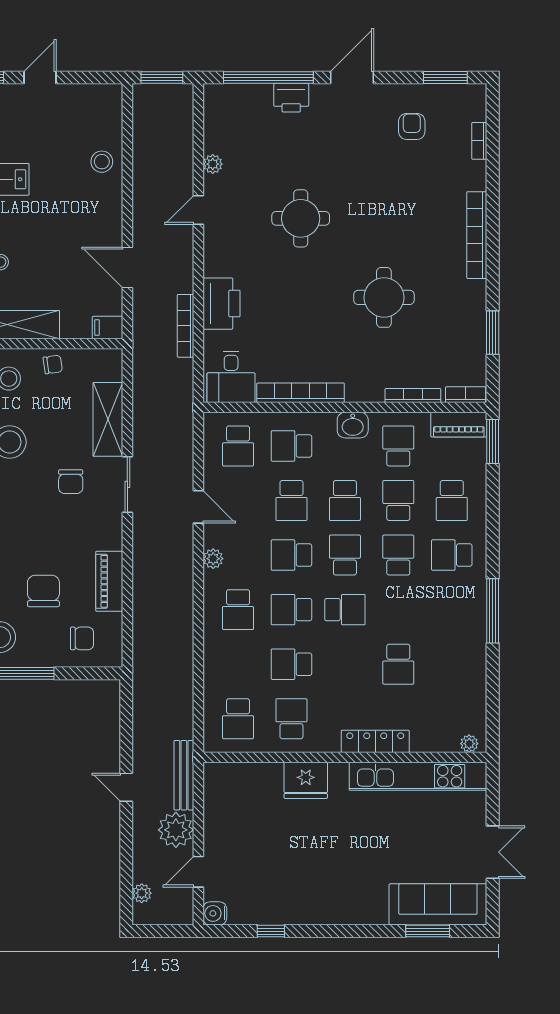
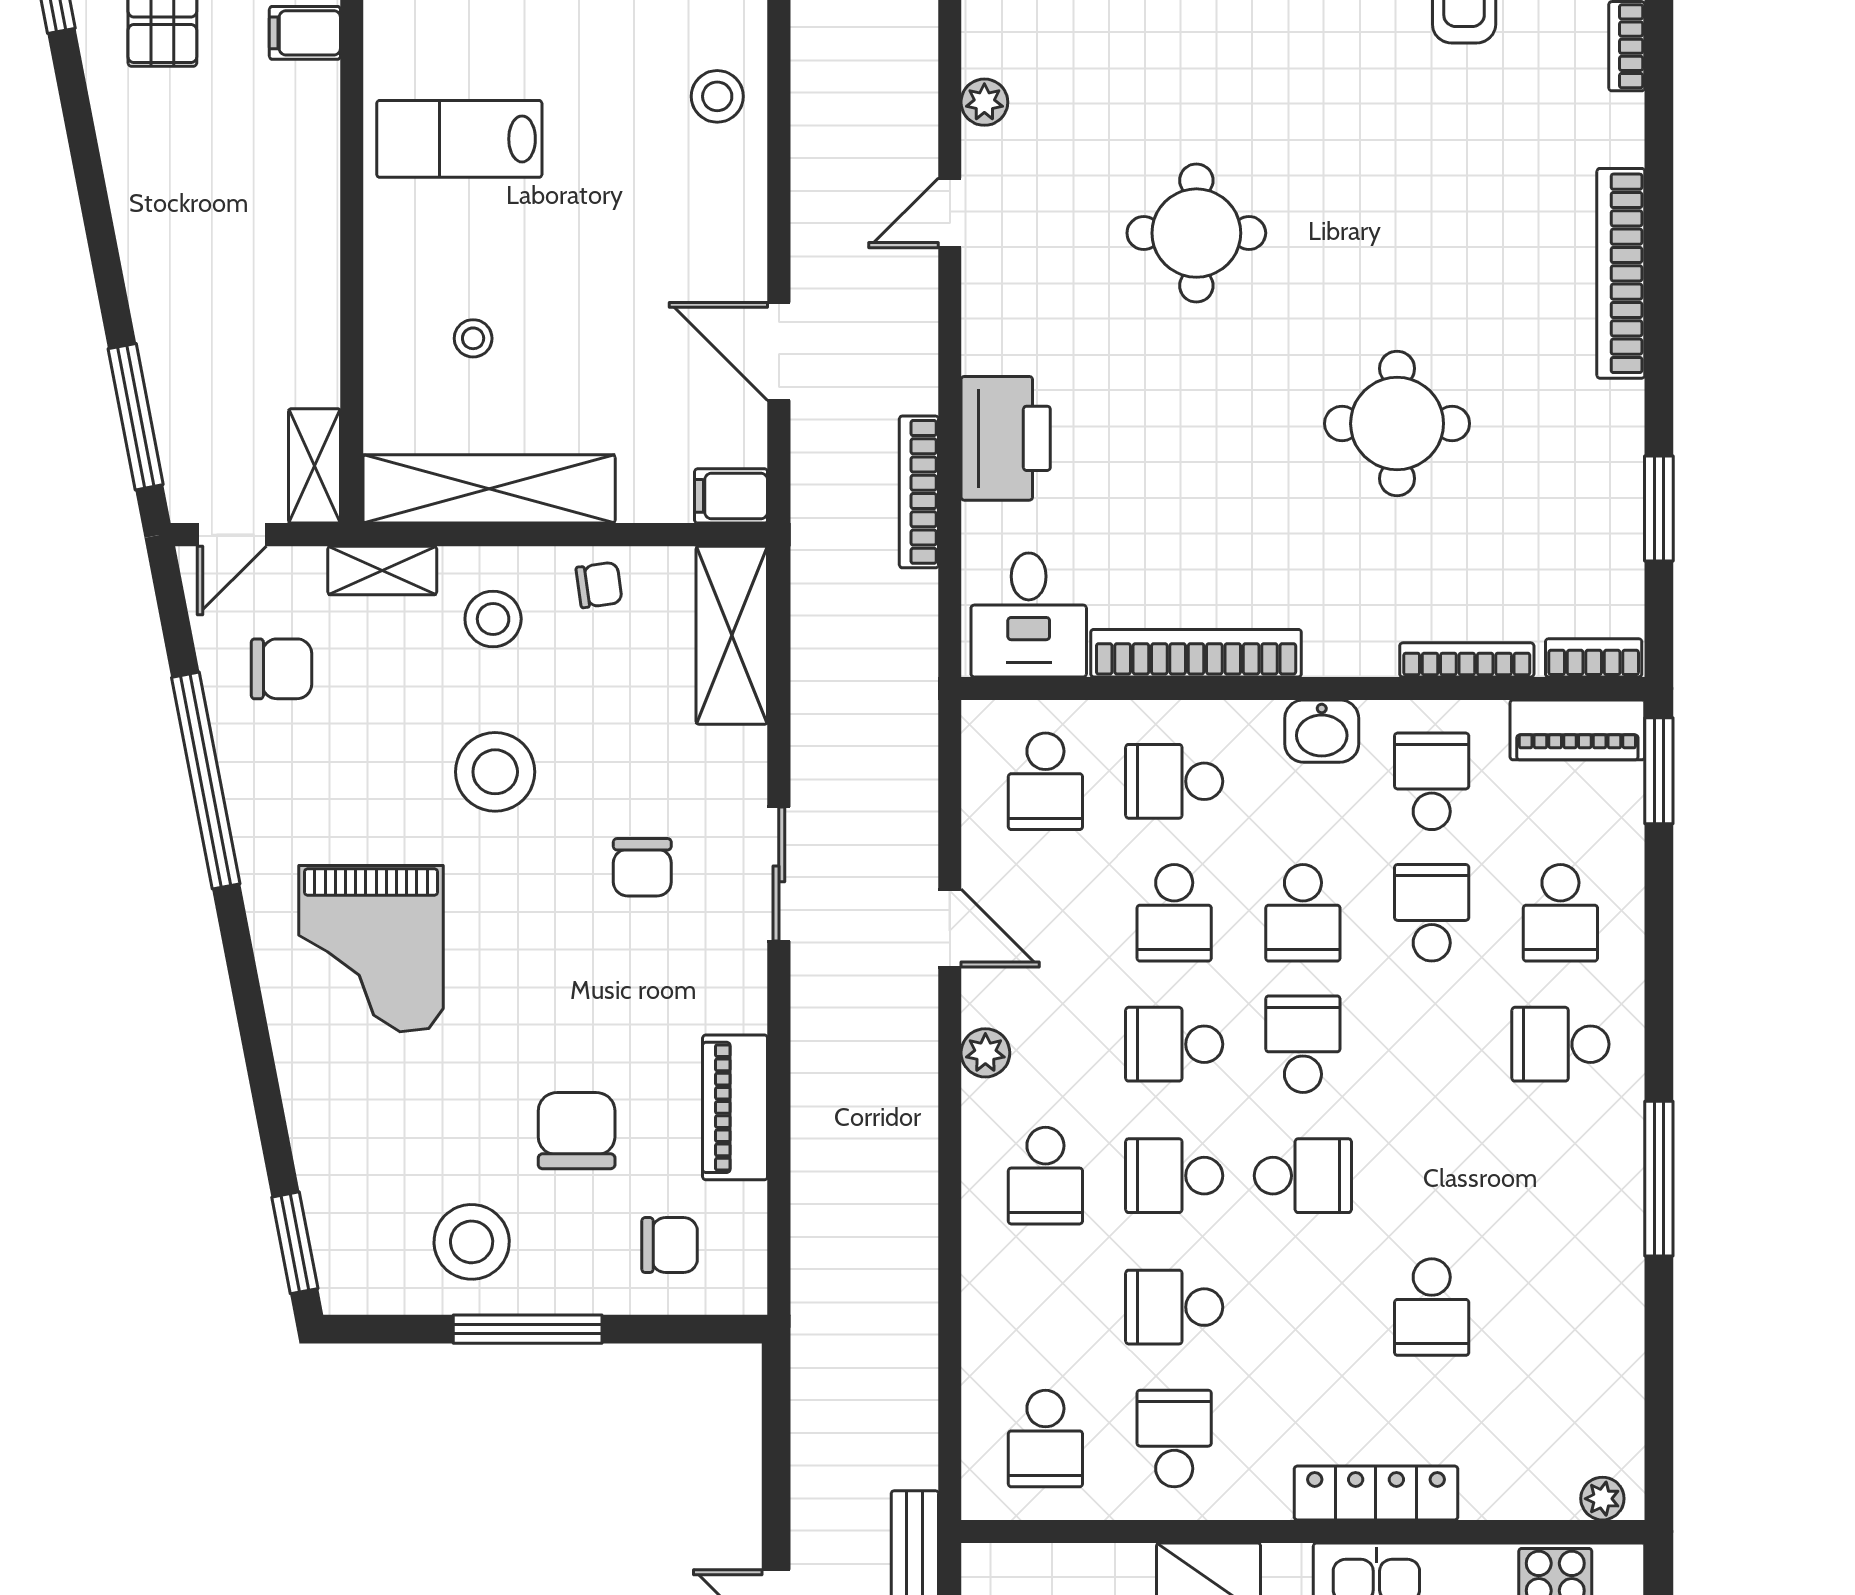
shelving: (108, 419) -> (732, 635), moved
school desk: (398, 555) -> (1432, 1044), removed

